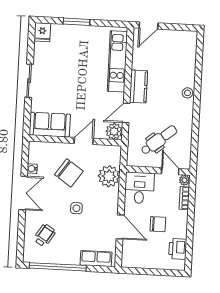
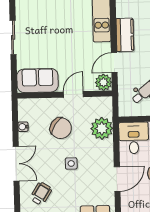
double door: (23, 193) -> (16, 164), moved
door: (120, 227) -> (117, 179), hinge flipped

